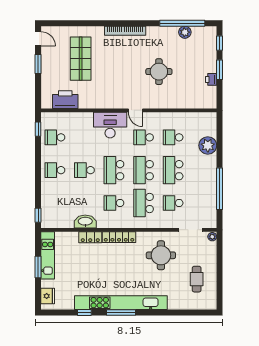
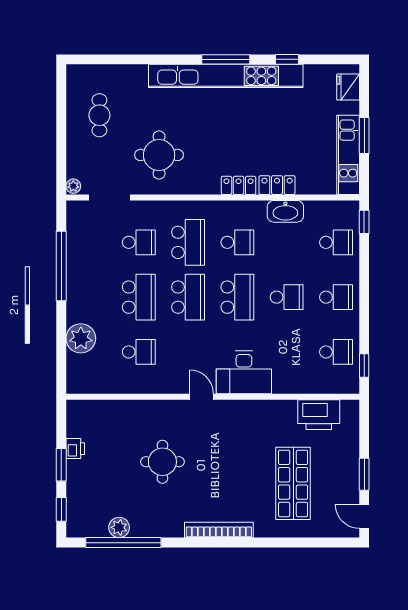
school desk: (144, 137) -> (336, 242), moved
locker: (119, 237) -> (239, 185), width x0.66

